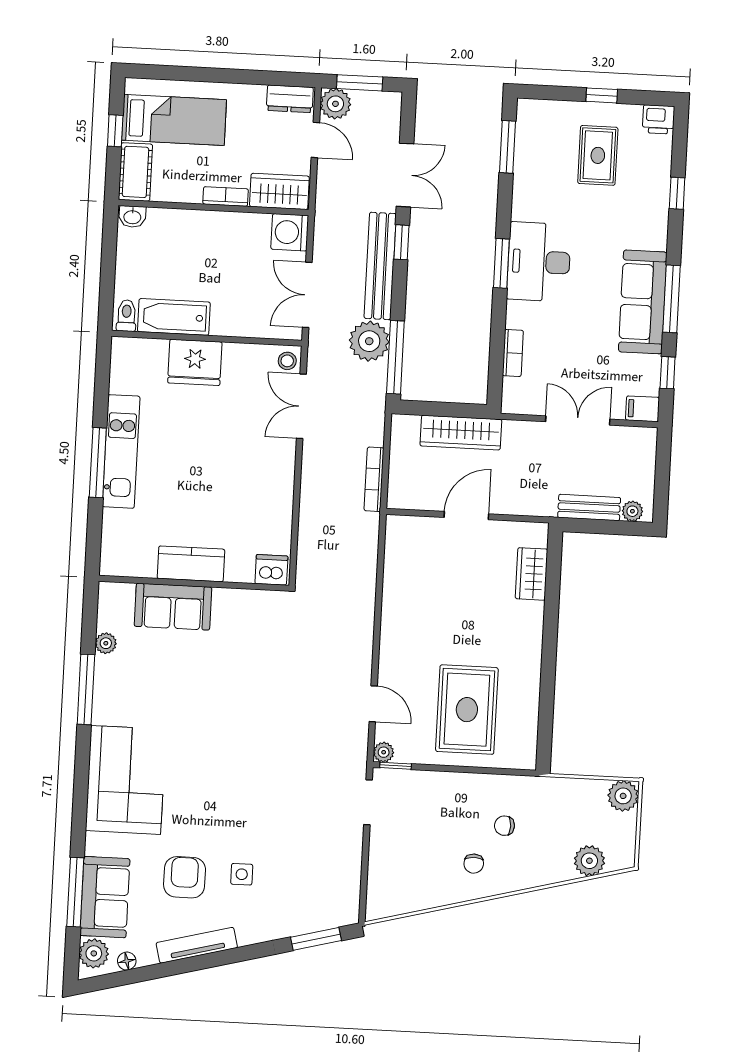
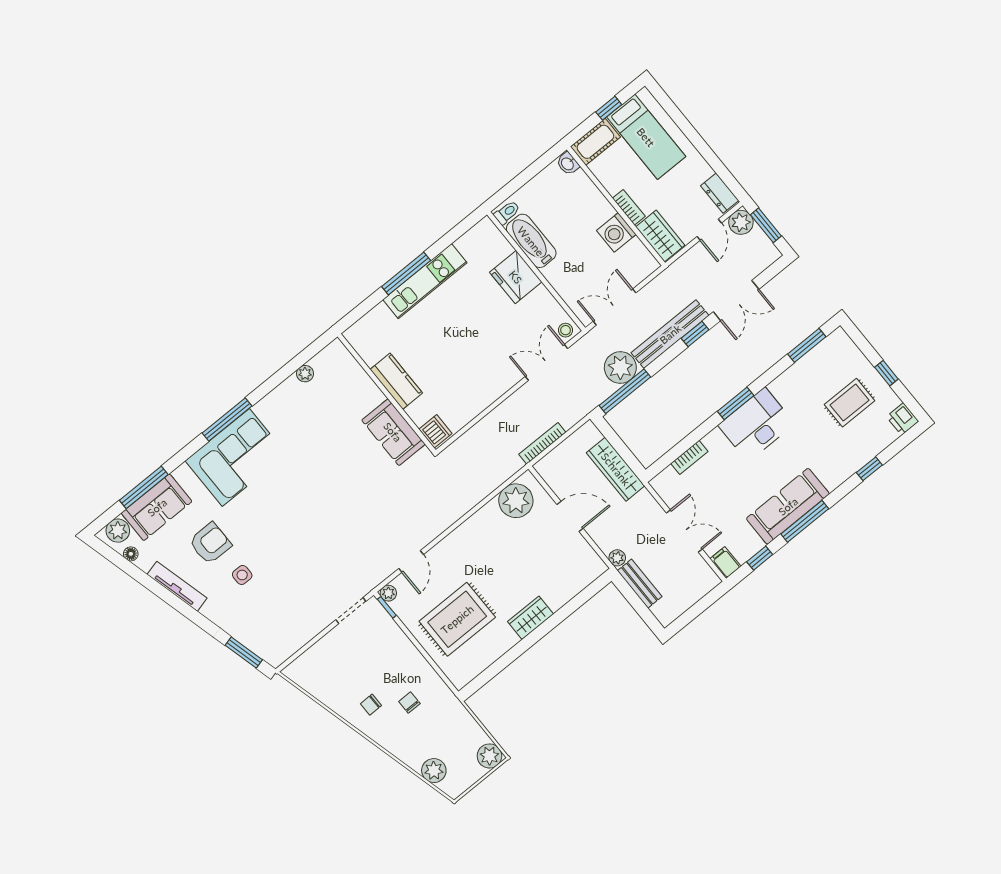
washing machine: (290, 232) -> (616, 232), moved, turned -90
plant: (632, 511) -> (617, 558), moved
plant: (405, 553) -> (516, 501), added
wardrobe: (532, 574) -> (530, 618), moved
sofa: (173, 607) -> (393, 432), moved
window: (86, 689) -> (227, 420), moved

